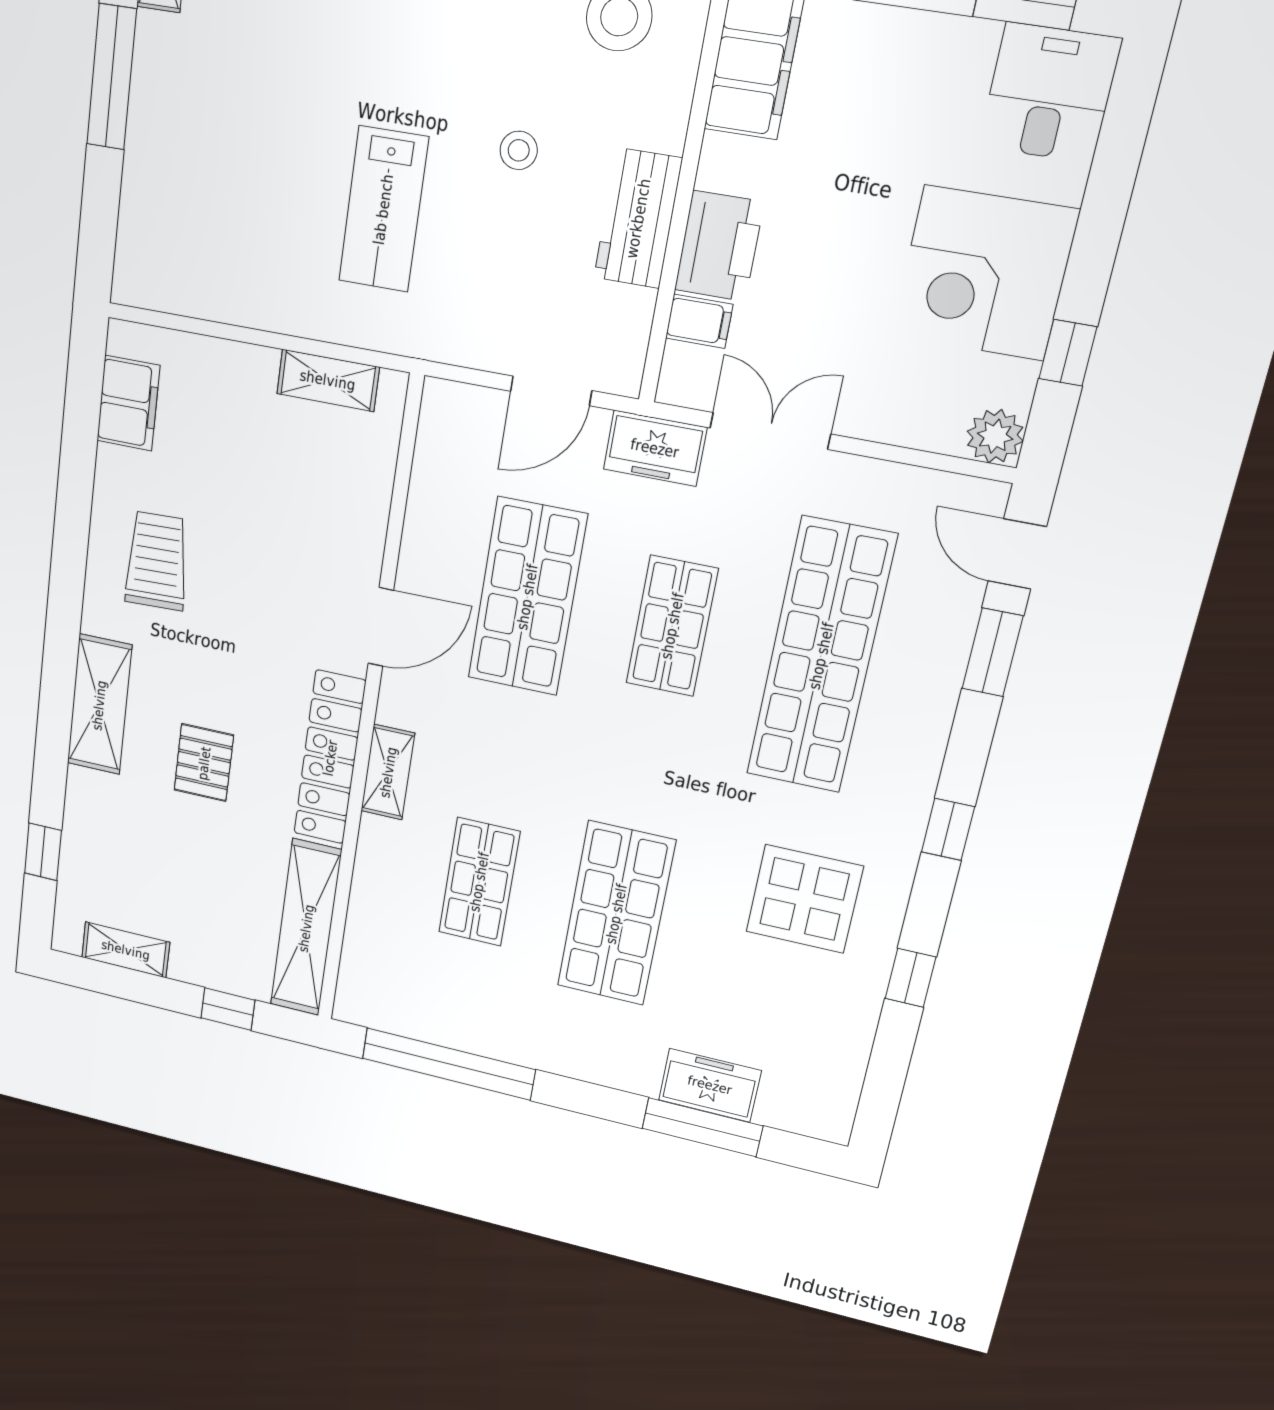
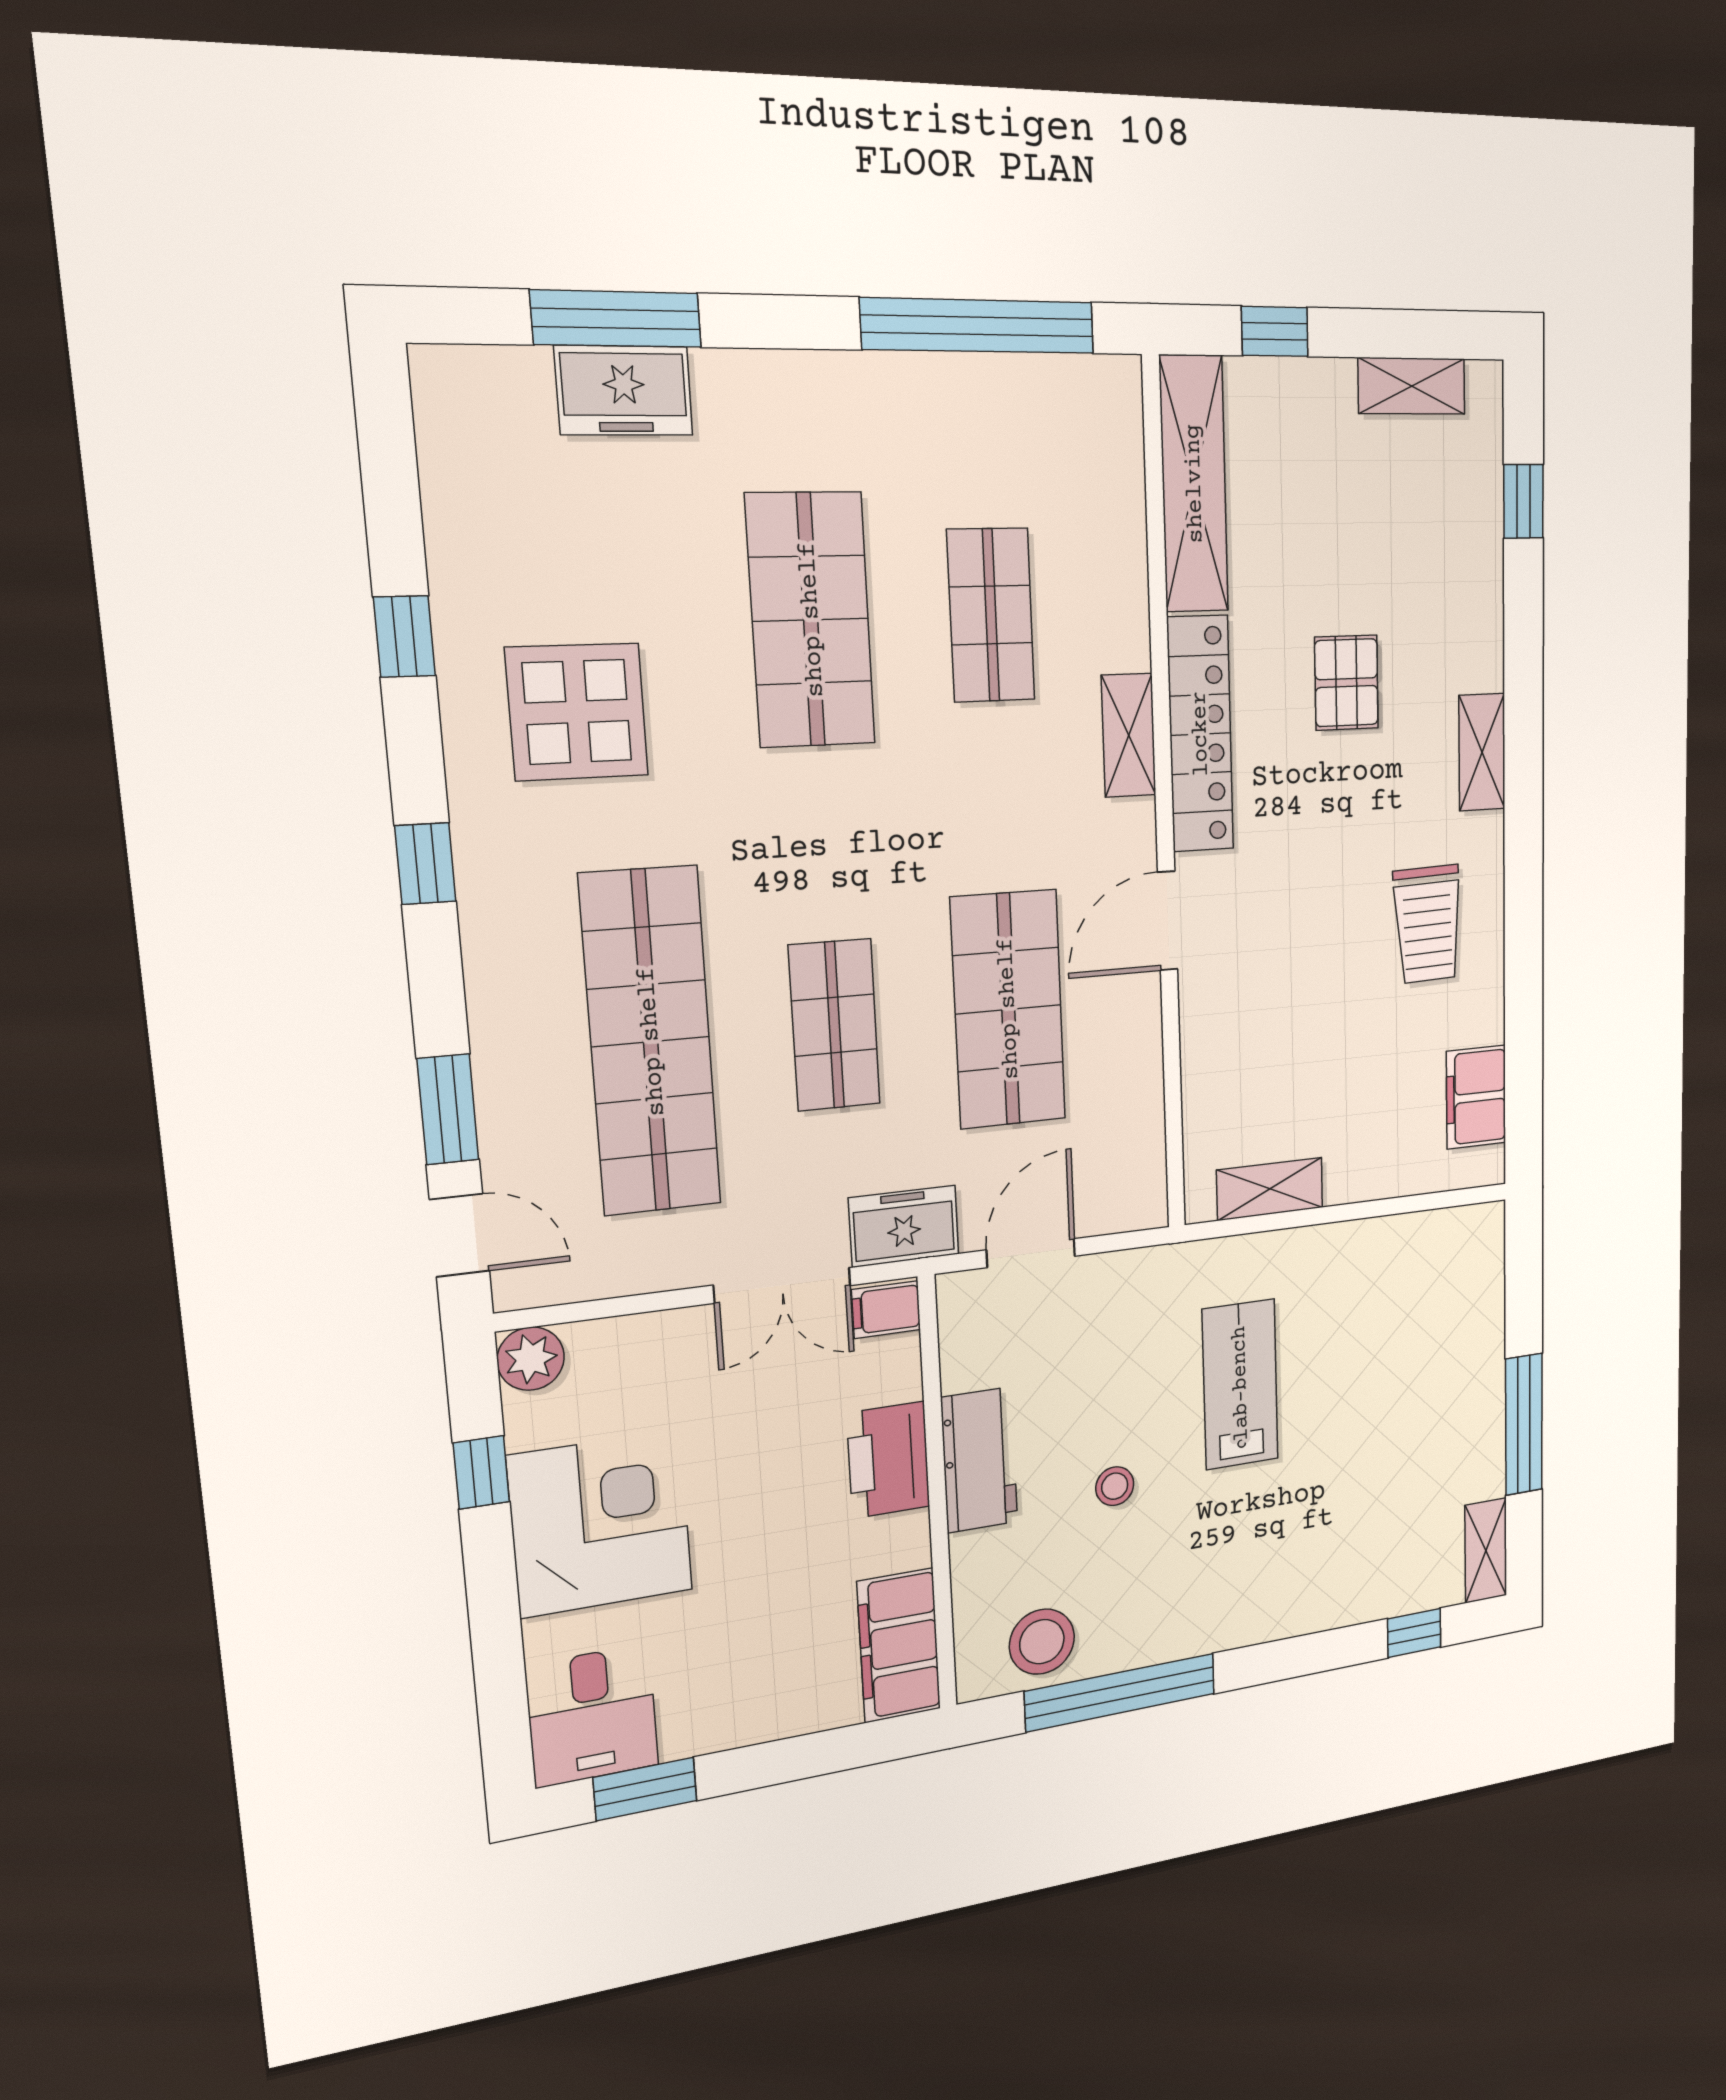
filing cabinet: (699, 321) -> (886, 1310), moved
shelving: (99, 705) -> (1482, 752), width x0.67, depth x0.75

